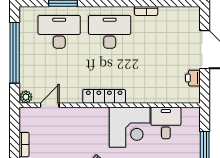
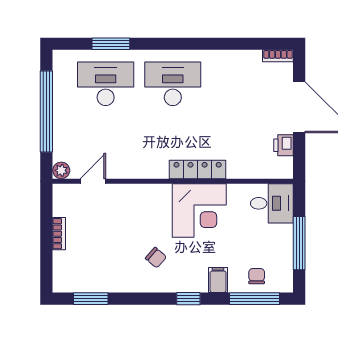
bookcase: (146, 11) -> (278, 56), moved
locker: (104, 96) -> (198, 169), moved
desk: (166, 123) -> (272, 203), moved, turned 90

